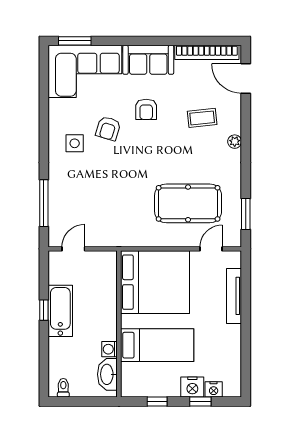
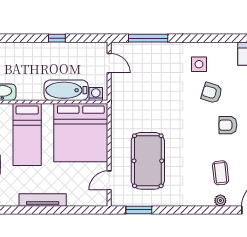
plant: (235, 142) -> (220, 200), moved
door: (211, 249) -> (109, 180), swing flipped
tv unit: (234, 296) -> (43, 200), moved
bathtub: (60, 311) -> (66, 90), moved, turned 180
washing machine: (109, 349) -> (96, 94), moved

